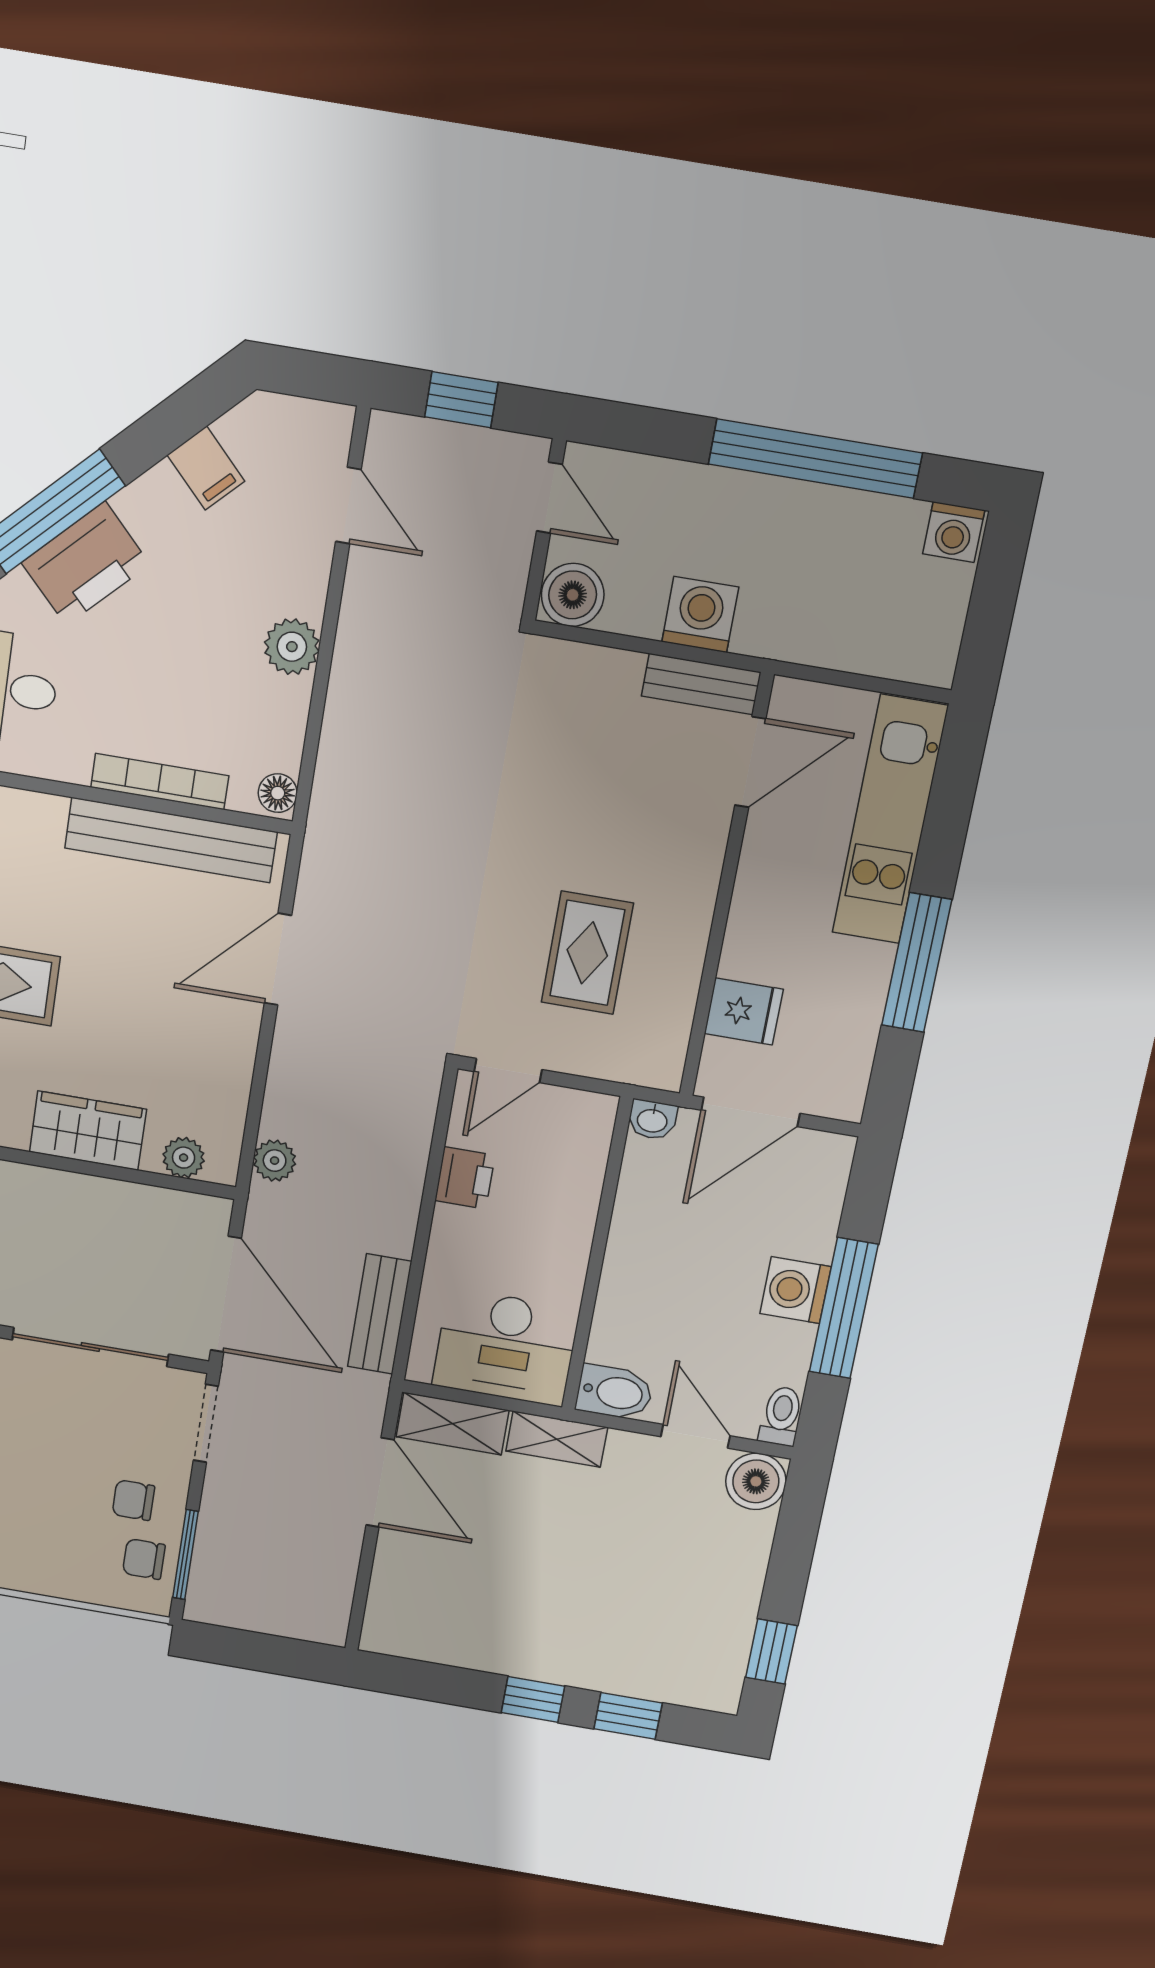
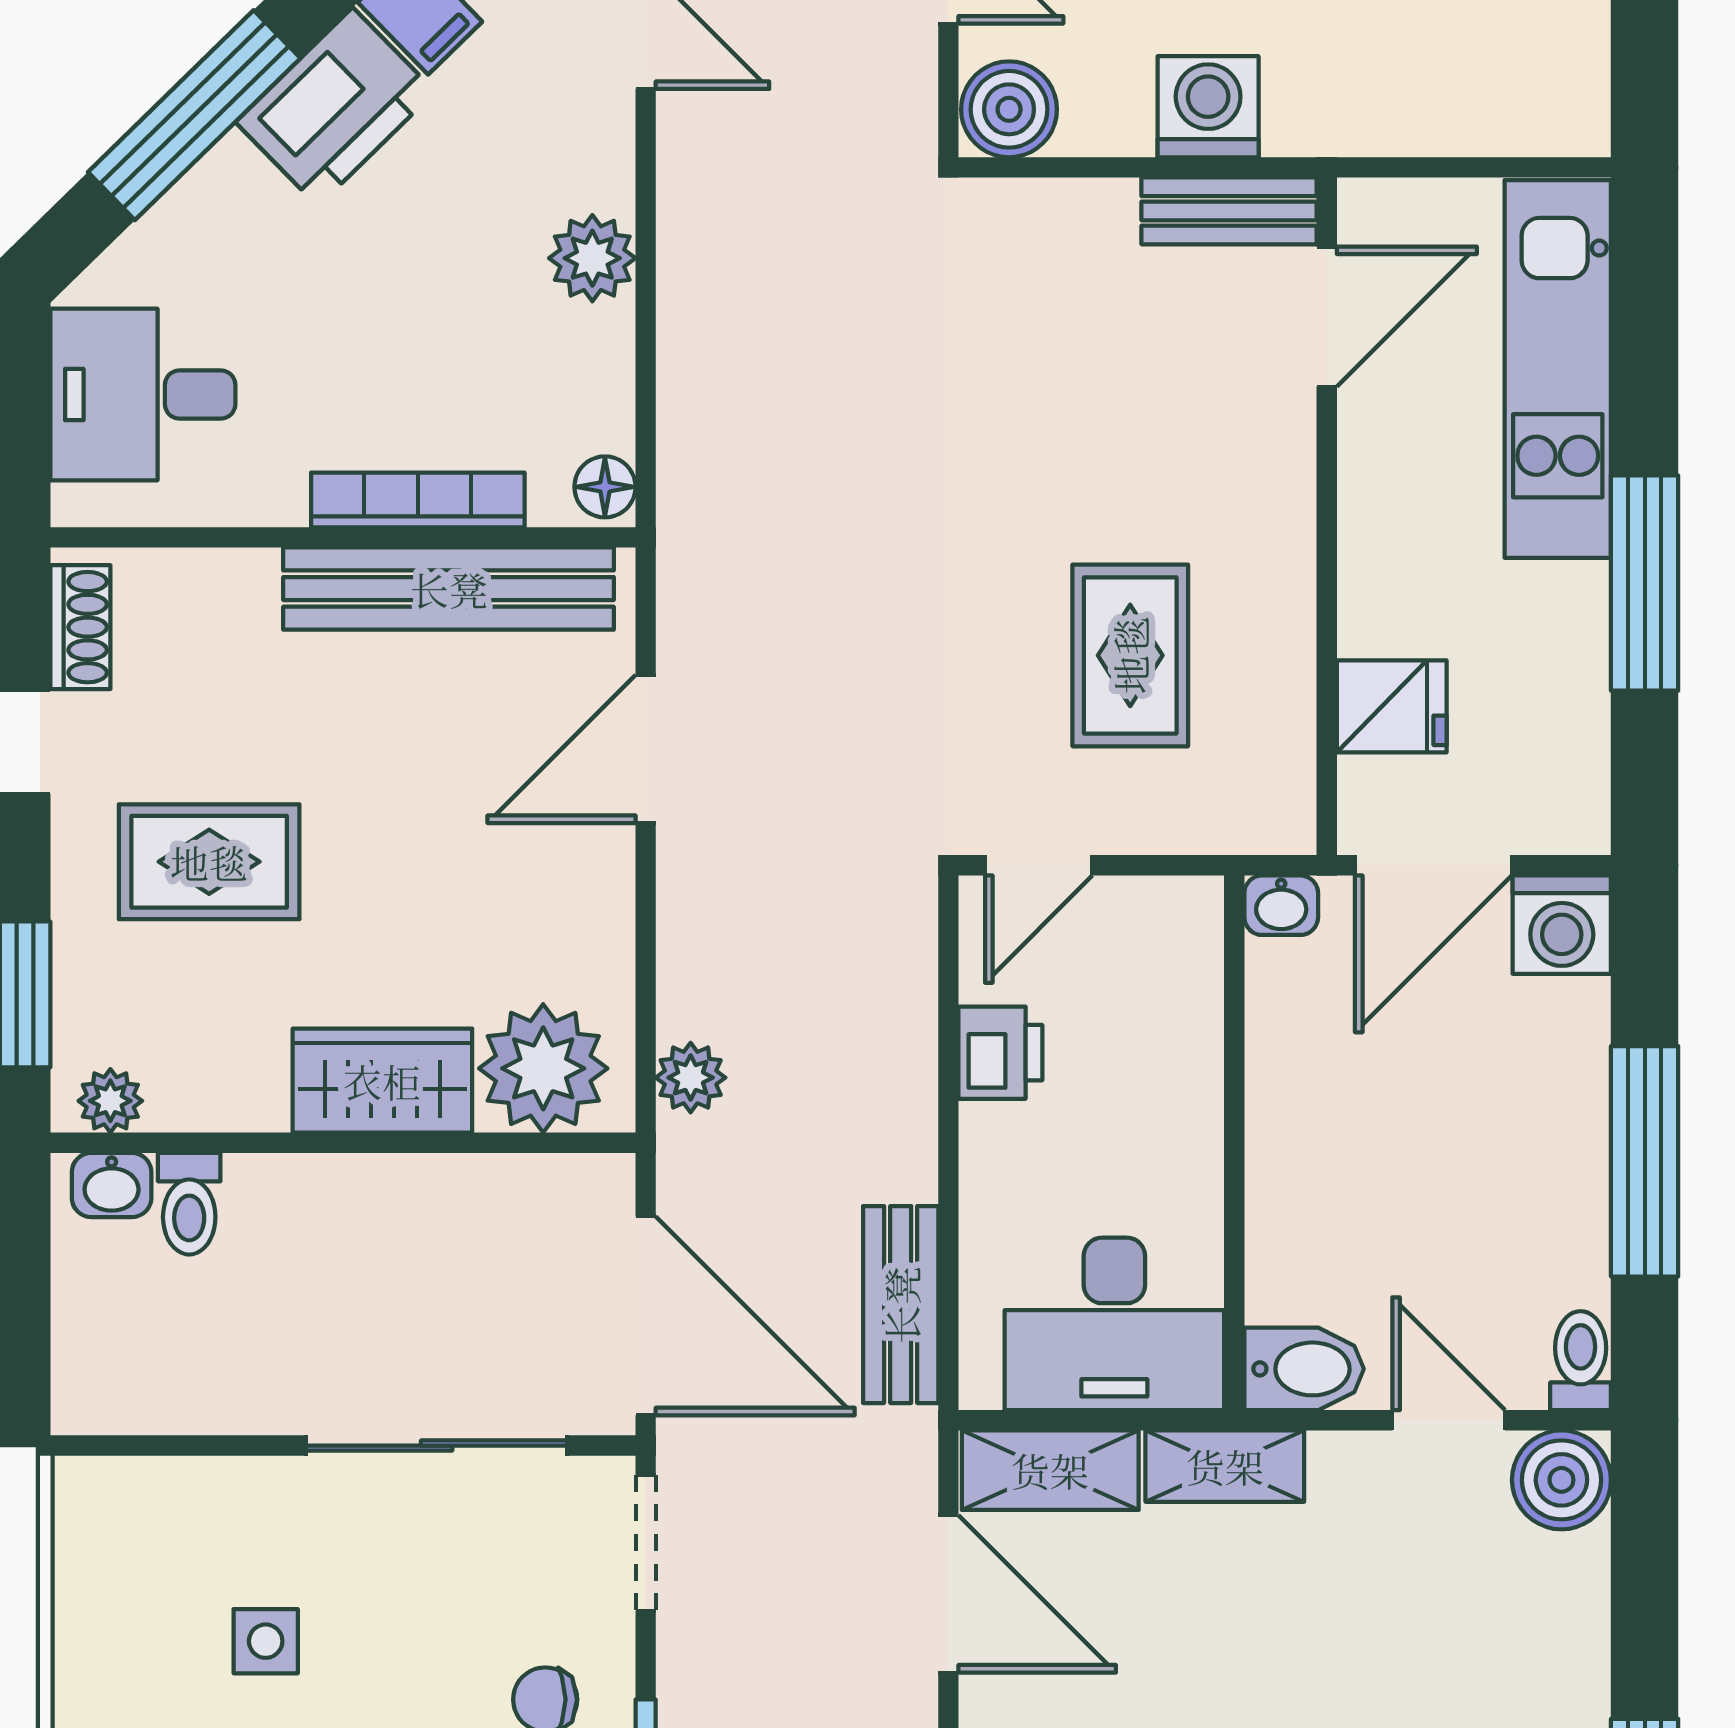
printer: (86, 563) -> (335, 107), moved
plant: (184, 1158) -> (543, 1068), width x1.88, depth x1.88
washing machine: (796, 1290) -> (1562, 925), moved, turned -90

